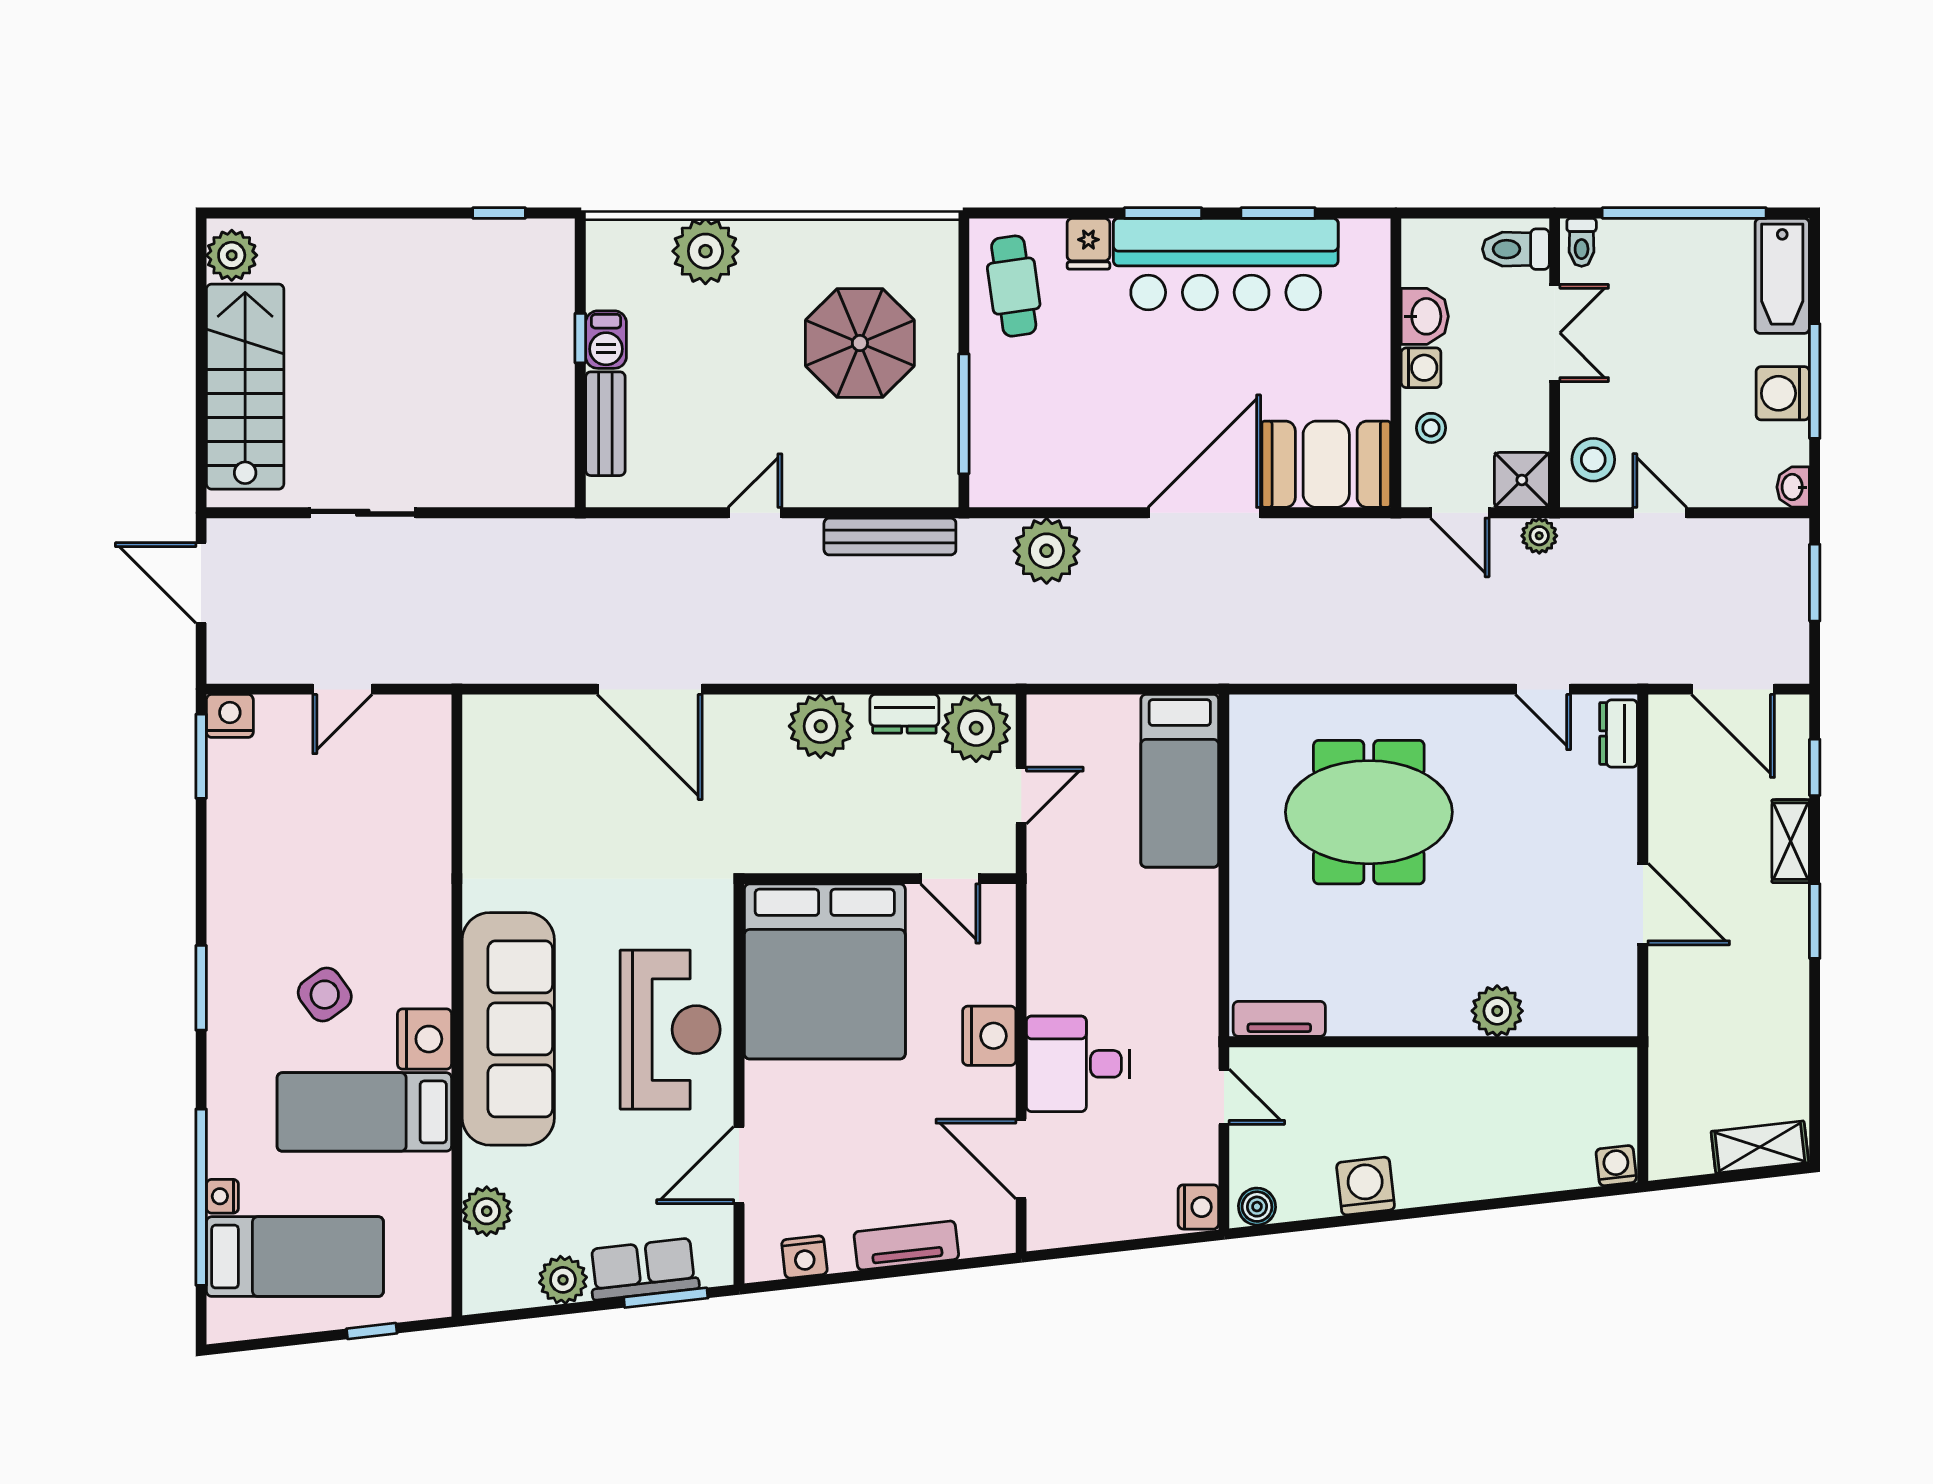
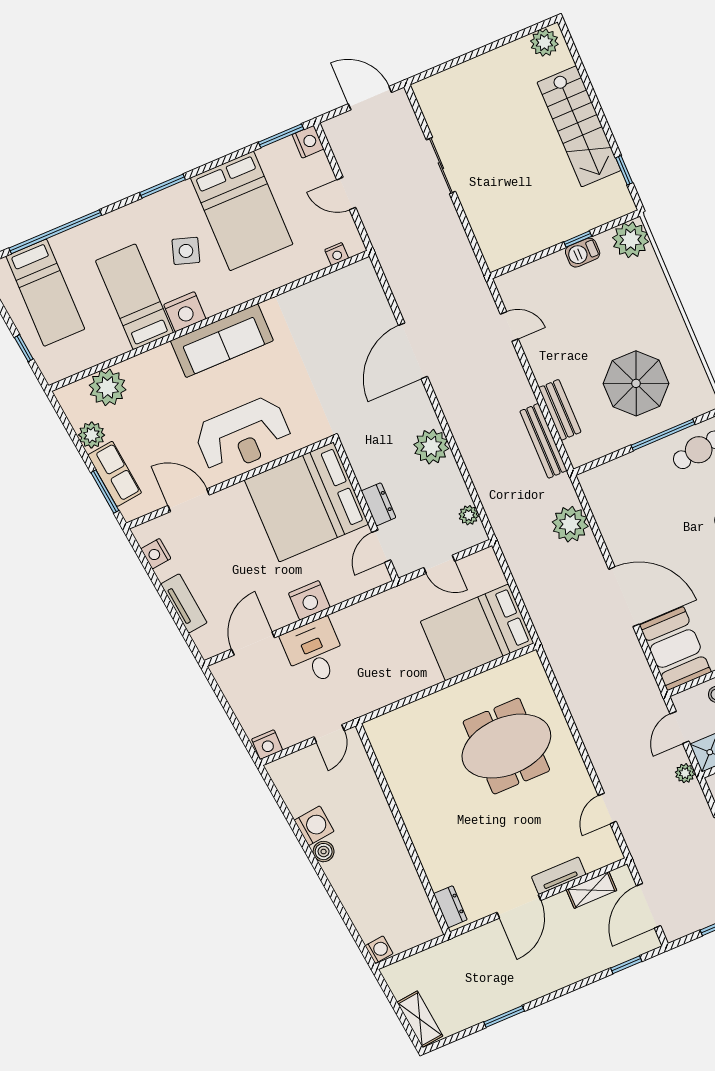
plant: (705, 251) -> (631, 240), moved
stairs: (245, 387) -> (579, 126), moved, turned 90
window: (964, 414) -> (663, 435), moved
bench: (605, 424) -> (560, 410), moved, turned 90
door: (755, 513) -> (509, 326), moved
door: (201, 583) -> (370, 98), hinge flipped
dresser: (904, 714) -> (378, 504), moved, turned 180
plant: (976, 728) -> (469, 515), width x0.53, depth x0.53
dresser: (1619, 733) -> (450, 907), moved, turned 90
bed: (1180, 781) -> (477, 632), width x1.50
meeting table: (1369, 812) -> (506, 746), turned 90
shelving: (1791, 841) -> (592, 890), moved
bed: (298, 874) -> (242, 211), added
window: (1815, 921) -> (504, 1017), moved
side table: (325, 995) -> (186, 251), turned -36
plant: (1497, 1011) -> (432, 855), removed
tv unit: (1279, 1019) -> (559, 876), moved, turned -90
sofa: (508, 1029) -> (222, 341), width x0.74, depth x0.79
nightstand: (222, 1196) -> (337, 254), moved, turned 180
boiler: (1257, 1207) -> (324, 852), moved
plant: (487, 1211) -> (108, 387), width x1.36, depth x1.36

